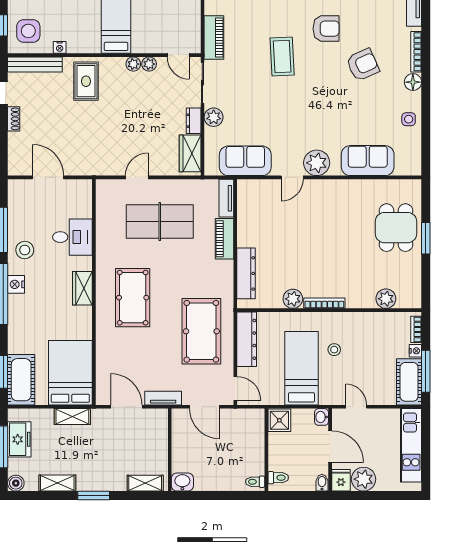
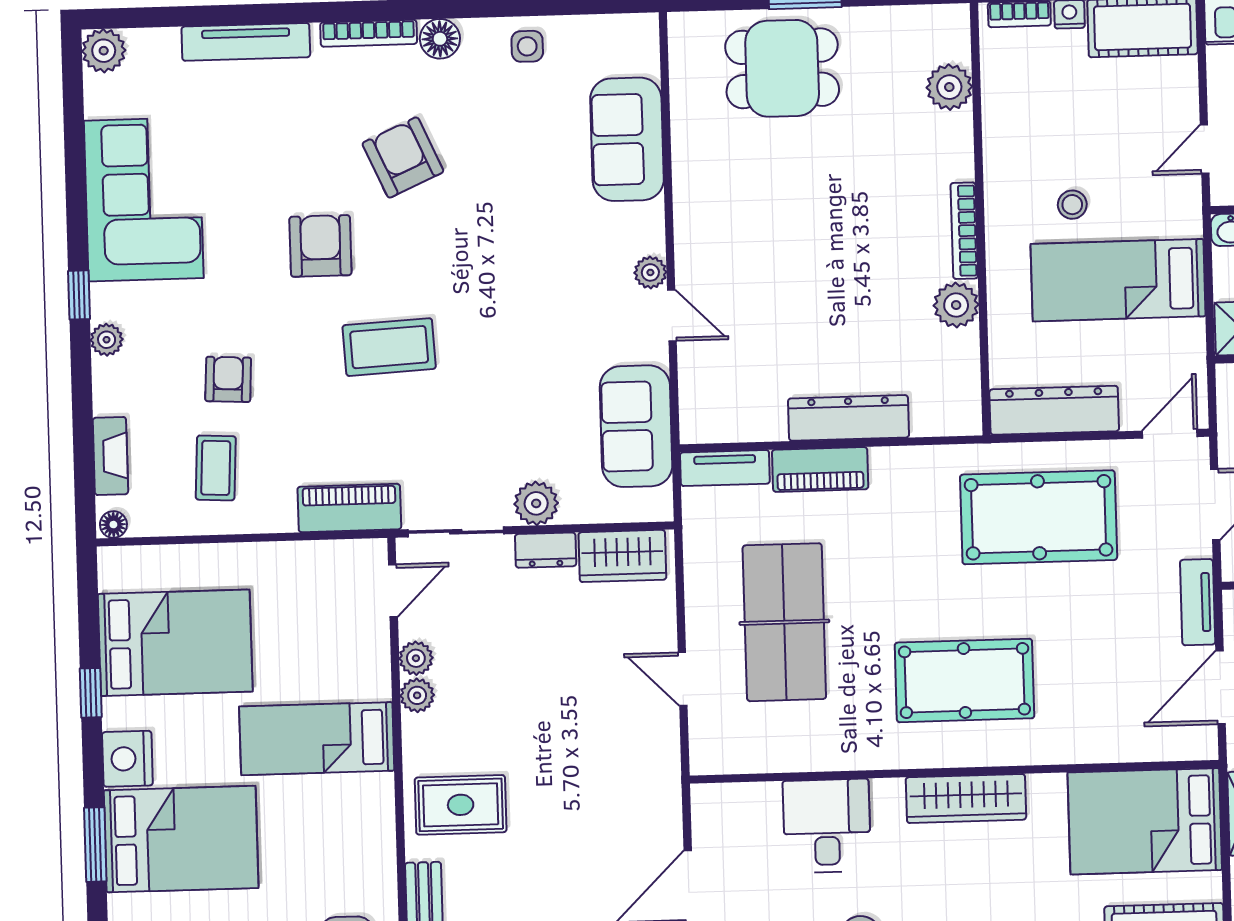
nightstand: (60, 47) -> (383, 869), removed
plant: (317, 163) -> (650, 272), width x0.53, depth x0.53
dresser: (246, 273) -> (849, 418), moved
wardrobe: (82, 288) -> (966, 798), width x1.50

